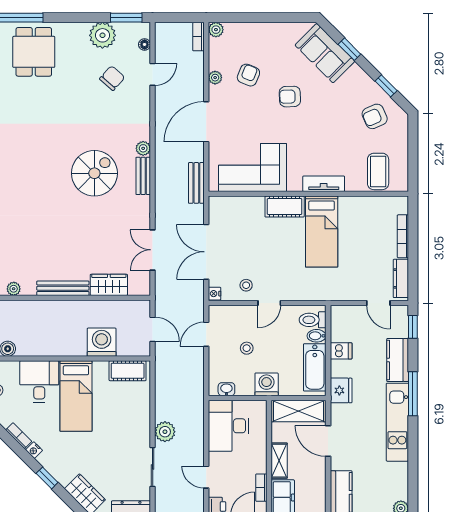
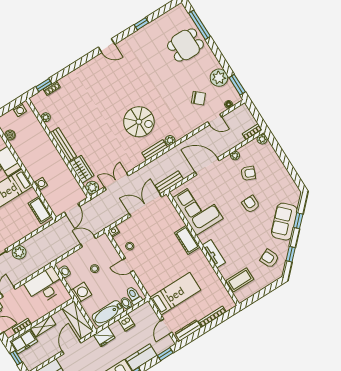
sofa: (325, 53) -> (284, 222), moved
bed: (322, 232) -> (175, 294), moved, turned 180
double door: (206, 252) -> (145, 205), moved
plant: (141, 286) -> (92, 187), added
washing machine: (102, 342) -> (41, 184), width x0.53, depth x0.53

